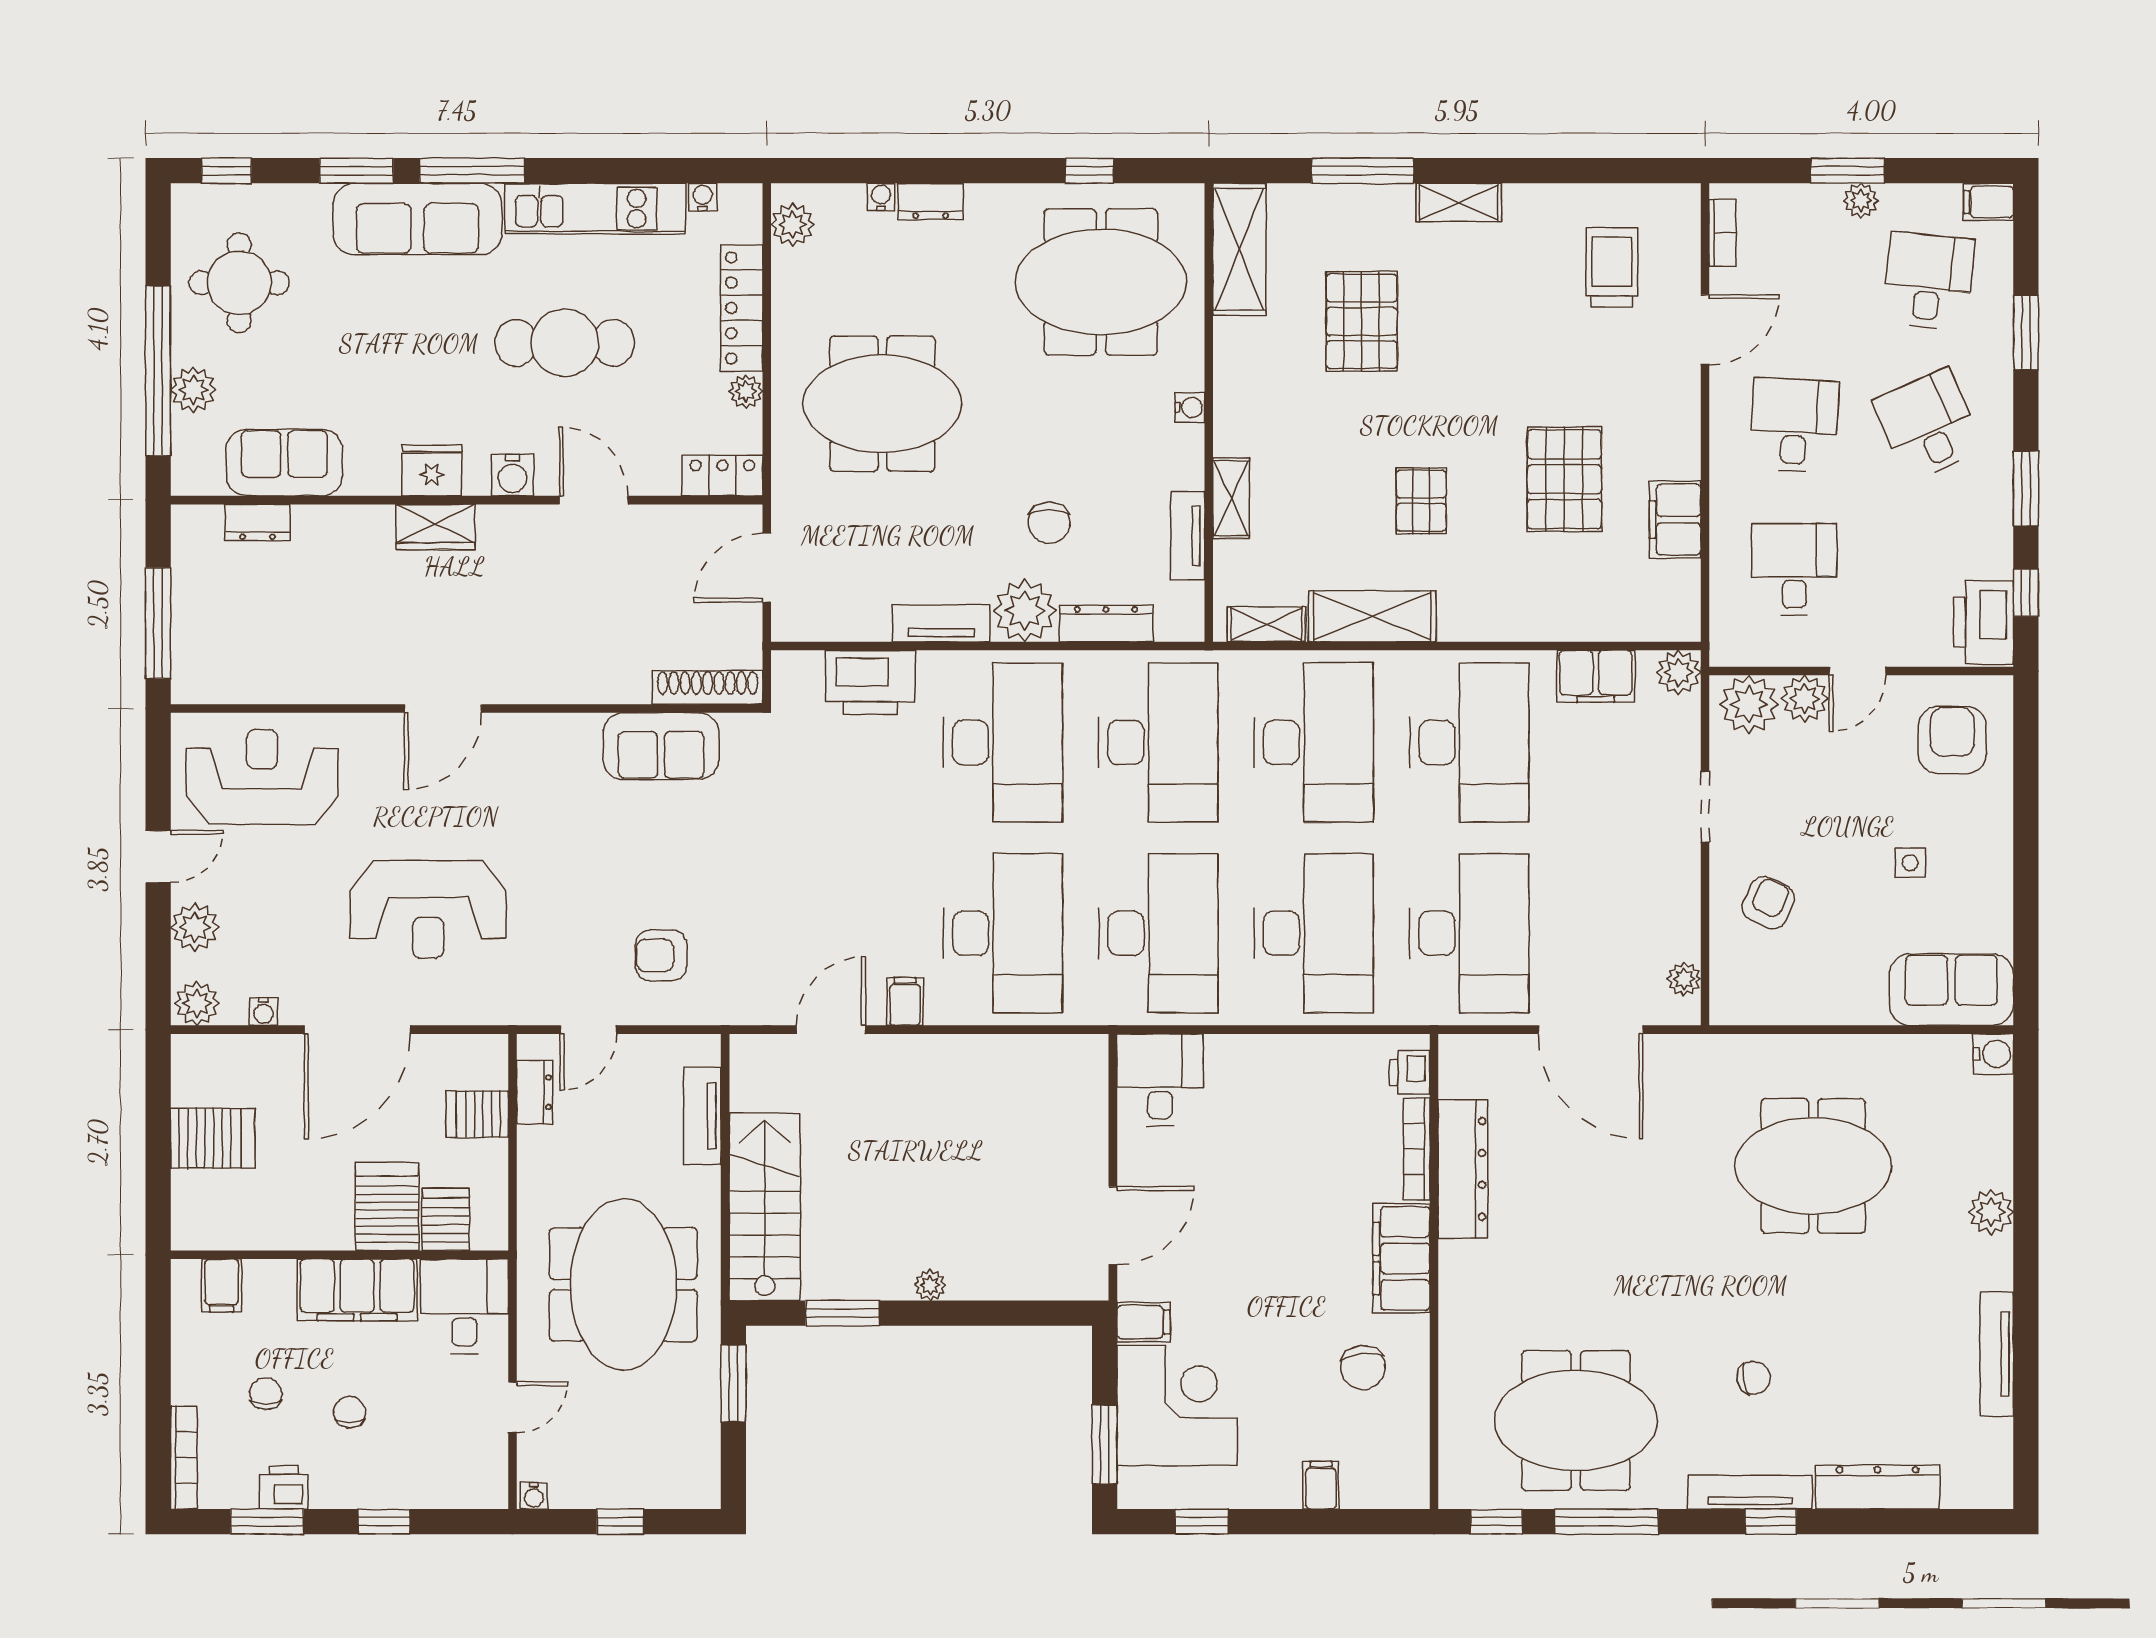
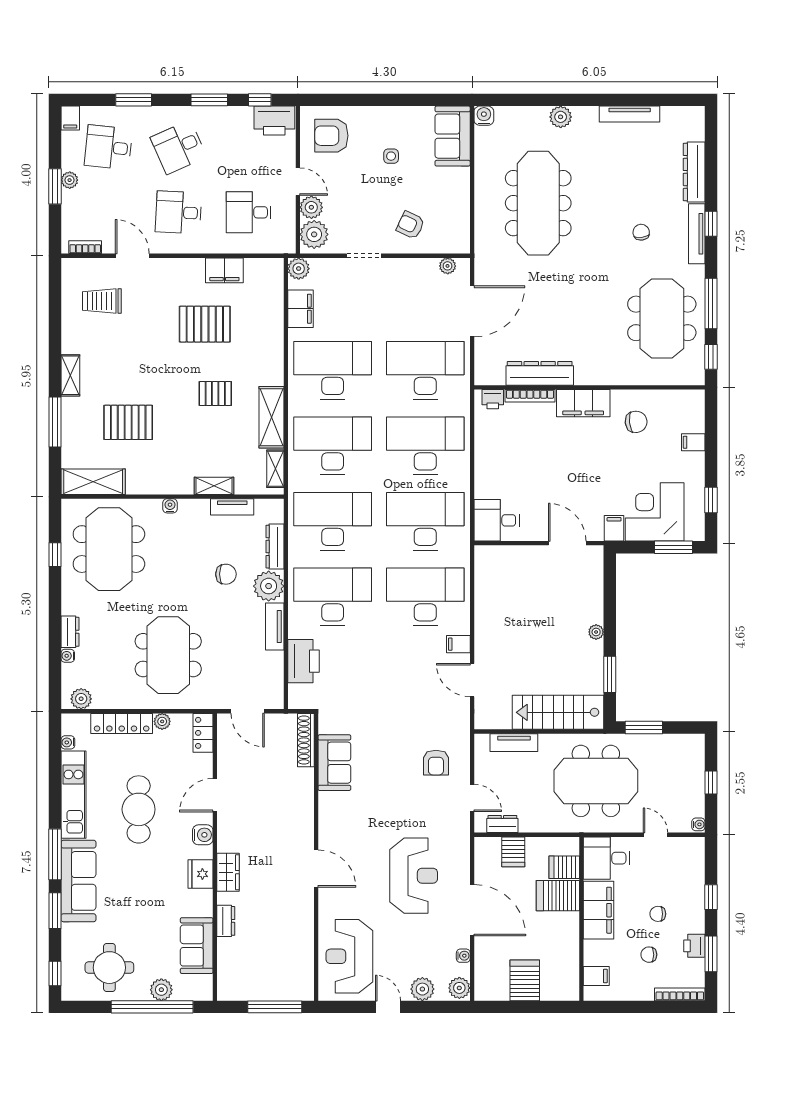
dresser: (257, 523) -> (226, 921), moved
meeting table: (1813, 1166) -> (538, 203), width x1.36

